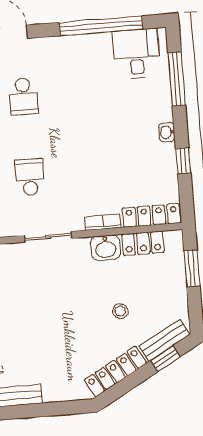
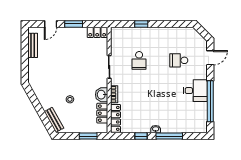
desk: (136, 54) -> (195, 91), moved
window: (177, 79) -> (169, 136), moved
school desk: (30, 177) -> (139, 60), turned 90
window: (165, 359) -> (45, 120), removed
locker: (116, 371) -> (41, 95), removed

